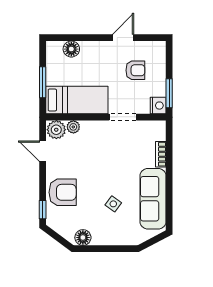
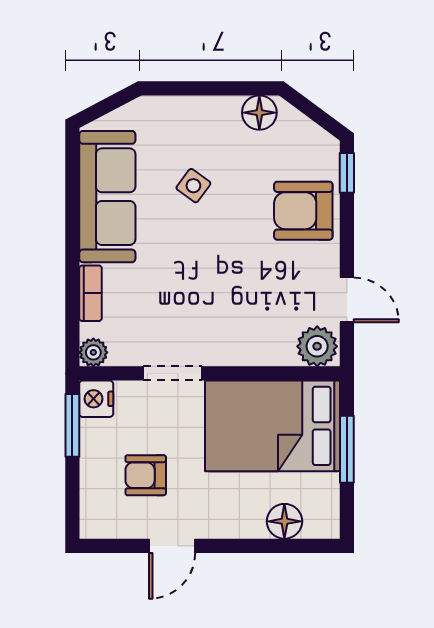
bed: (77, 100) -> (273, 426), width x1.50
plant: (73, 127) -> (93, 352), moved

